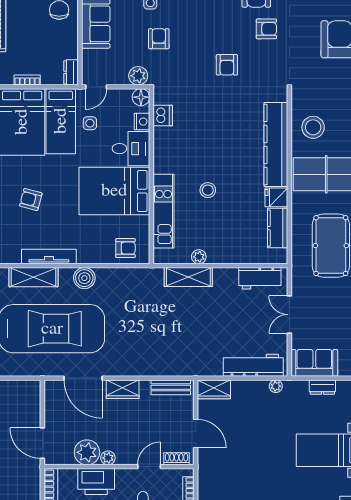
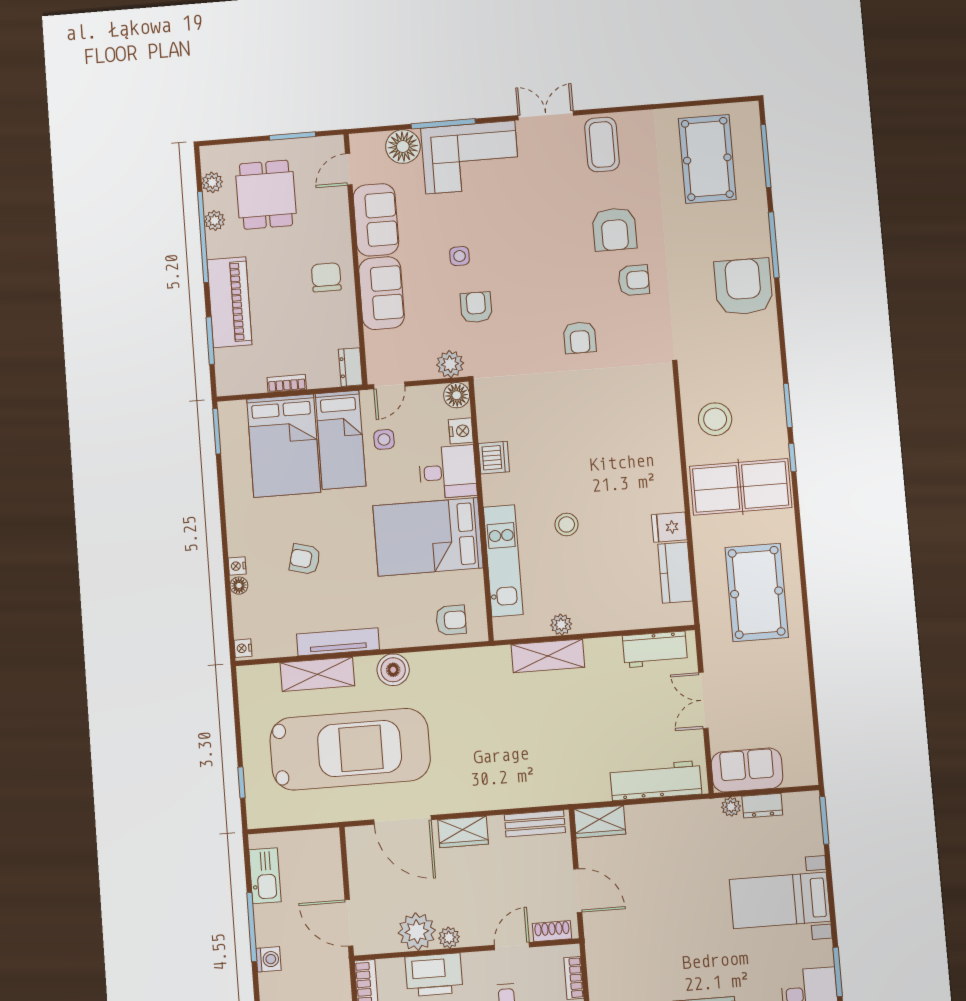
dishwasher: (163, 115) -> (494, 458), moved
kitchen counter: (276, 144) -> (662, 449), removed
plant: (276, 386) -> (731, 807), moved

